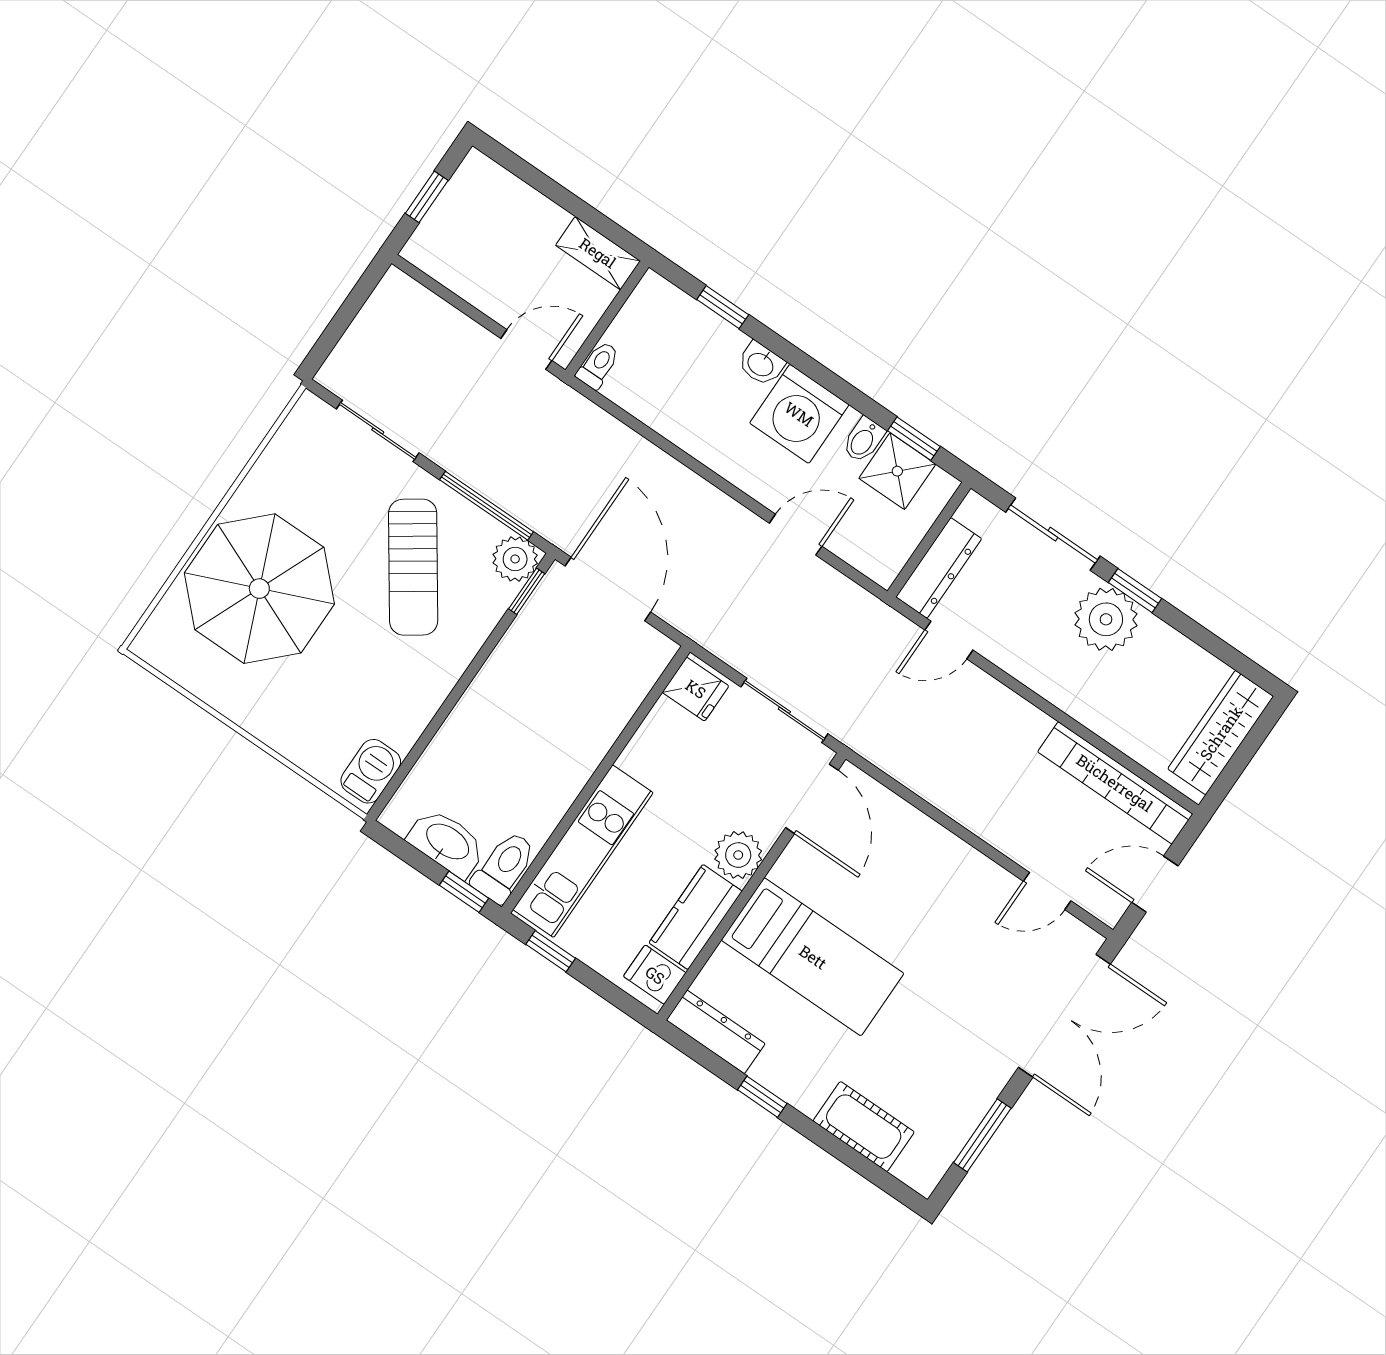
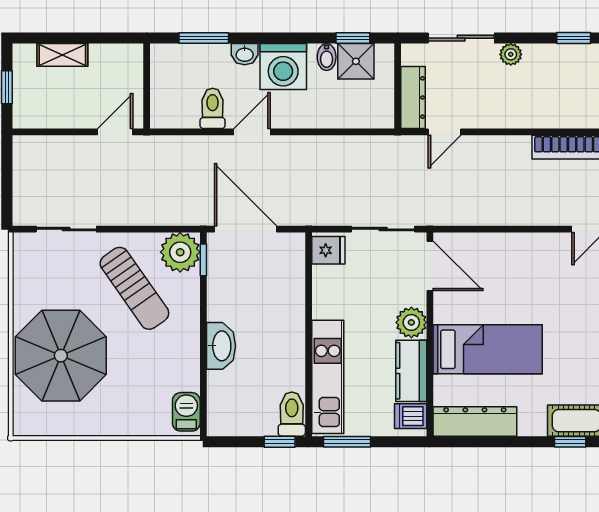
shelving: (598, 253) -> (62, 55), moved
window: (723, 307) -> (204, 38), width x1.50
toilet: (598, 365) -> (213, 108), moved, width x1.37, depth x1.39
window: (487, 506) -> (151, 229), removed
door: (796, 535) -> (252, 132), moved
plant: (515, 559) -> (180, 252), width x1.36, depth x1.36
window: (1135, 591) -> (574, 38), moved
plant: (1106, 619) -> (511, 54), width x0.53, depth x0.53
washbasin: (447, 843) -> (221, 346), moved, turned 90
window: (551, 951) -> (347, 442), width x1.50
dresser: (716, 1032) -> (475, 421), width x1.37, depth x1.24
window: (762, 1097) -> (570, 442), moved

